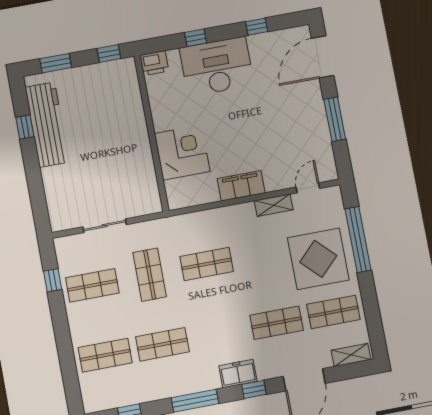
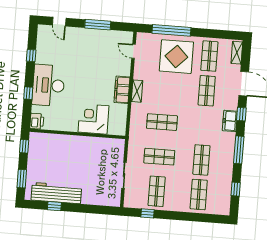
door: (323, 57) -> (59, 22), width x0.53
shelving: (274, 205) -> (137, 91), moved
shop shelf: (207, 264) -> (162, 122), turned 90

